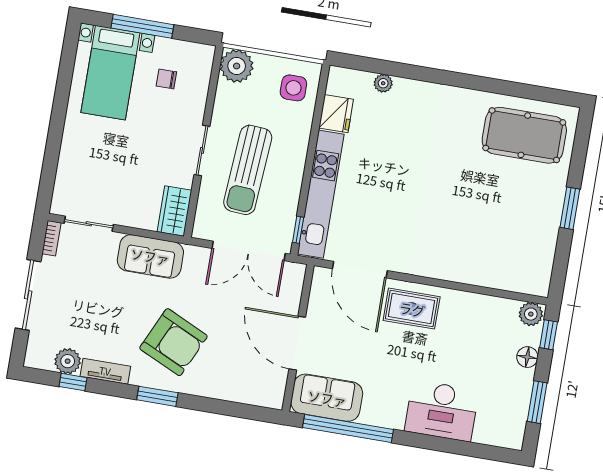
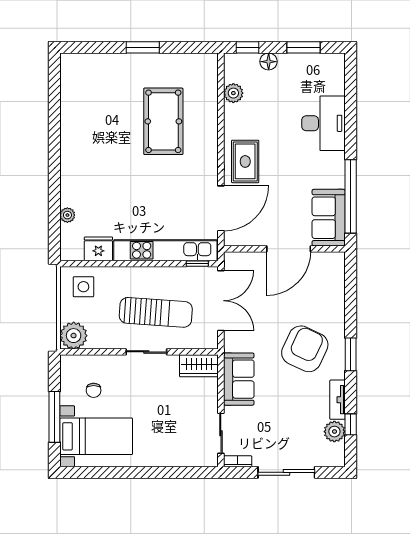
pool table: (524, 135) -> (163, 121), moved
plant: (531, 314) -> (233, 93), moved

